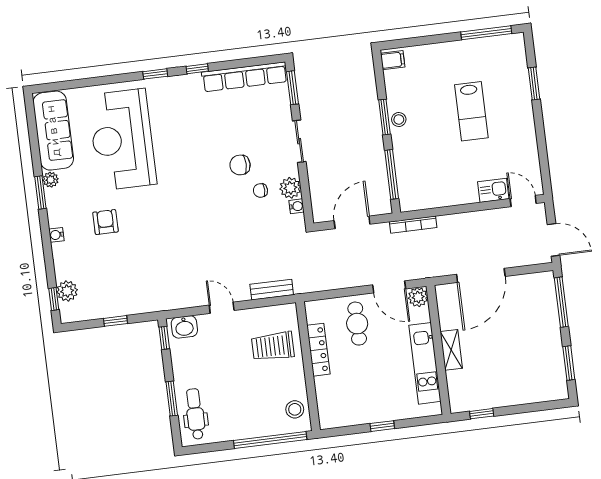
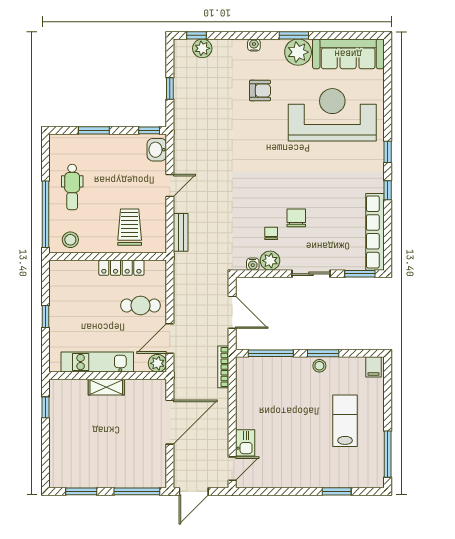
lab bench: (471, 111) -> (345, 421), moved, turned 90
plant: (51, 180) -> (298, 52), width x1.87, depth x1.87
door: (481, 275) -> (170, 422), swing flipped
dental chair: (195, 414) -> (72, 187), moved, turned 90

